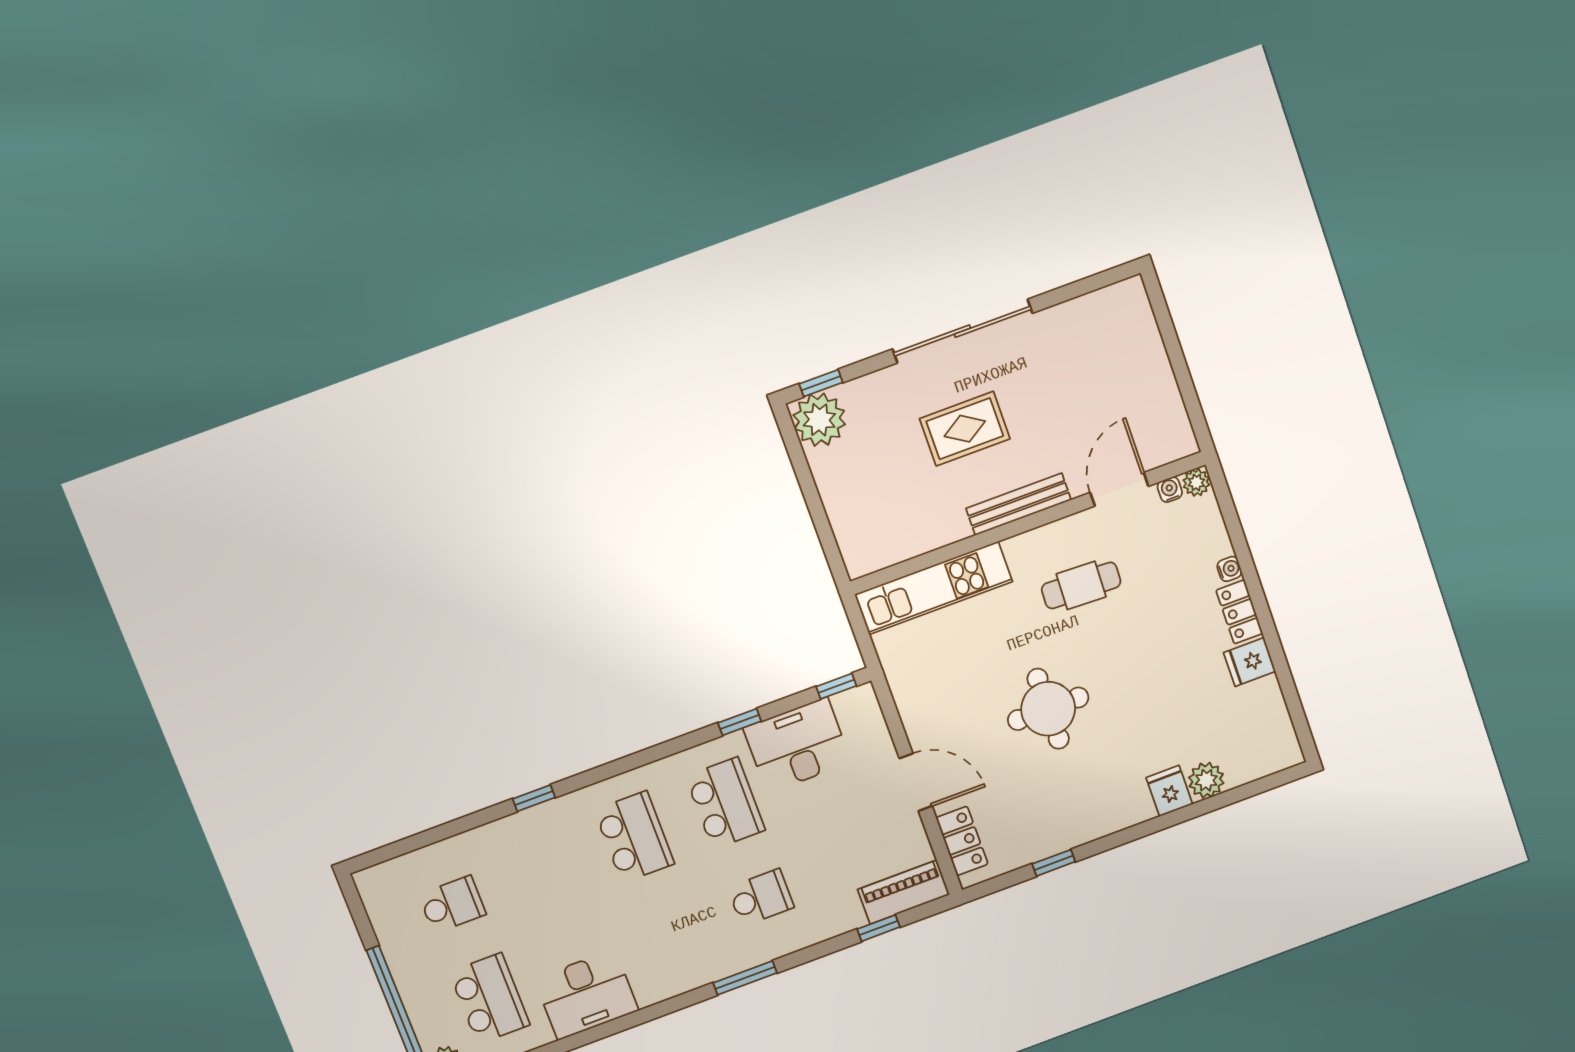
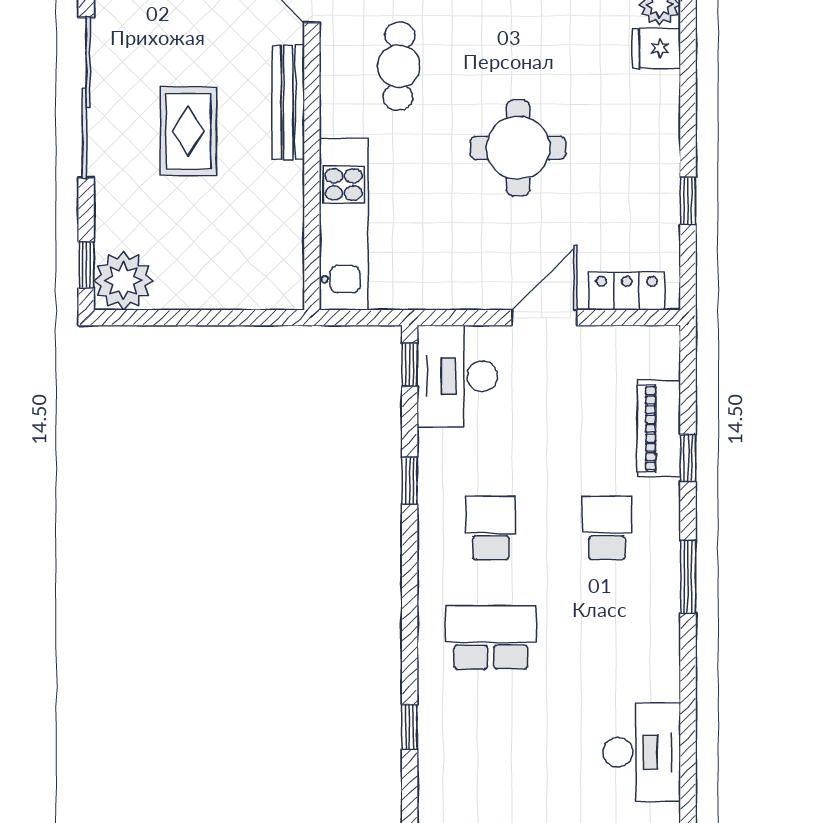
desk: (797, 745) -> (457, 376), moved
school desk: (725, 803) -> (491, 528), width x0.54
piano: (904, 892) -> (659, 428), moved
window: (879, 928) -> (688, 458), moved

